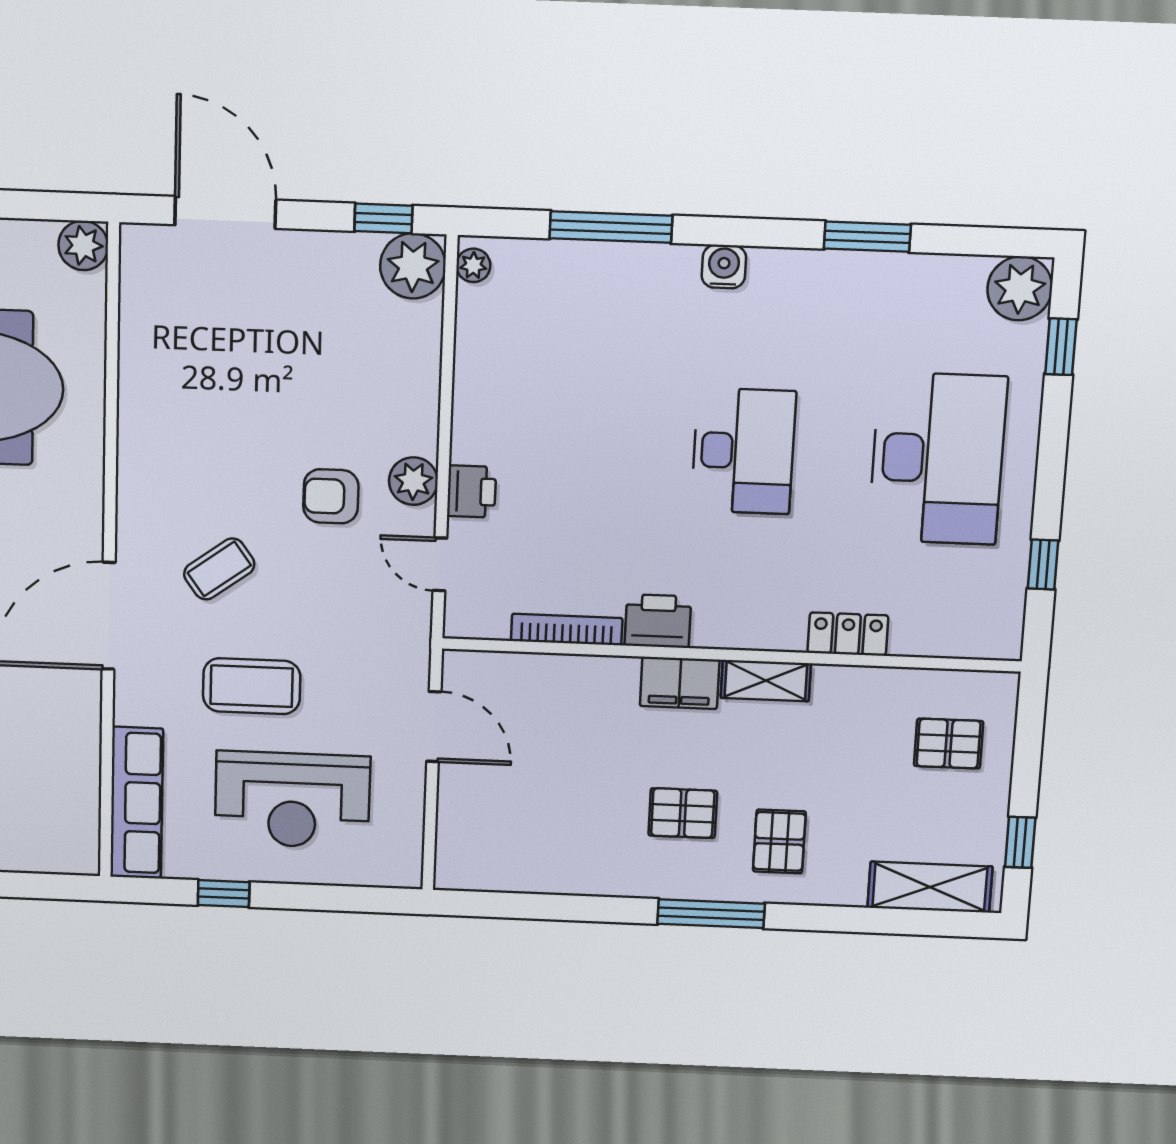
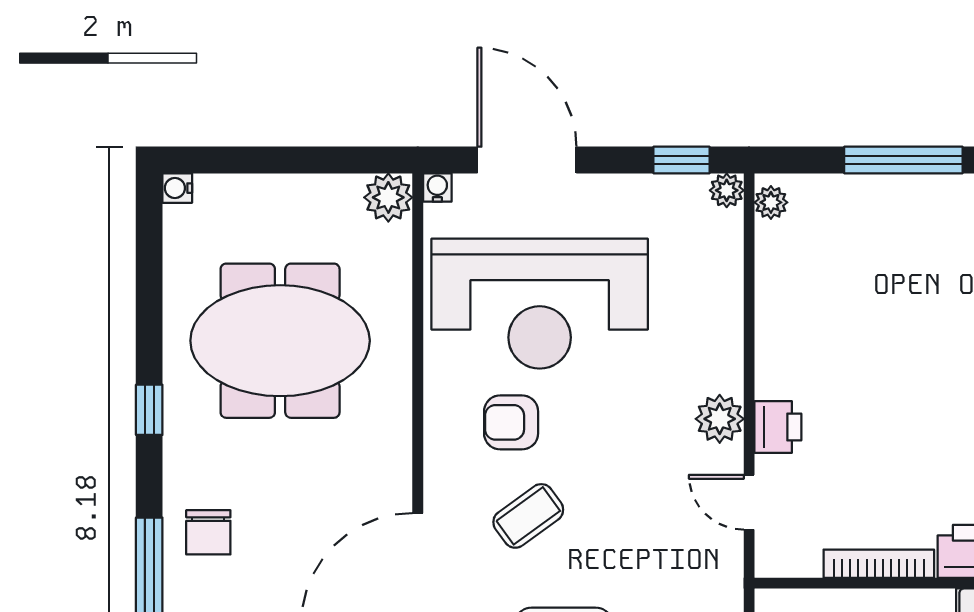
water cooler: (133, 237) -> (437, 187), added
plant: (413, 266) -> (727, 190), width x0.53, depth x0.53
reception desk: (235, 359) -> (540, 304), added
armchair: (331, 496) -> (511, 422), moved

